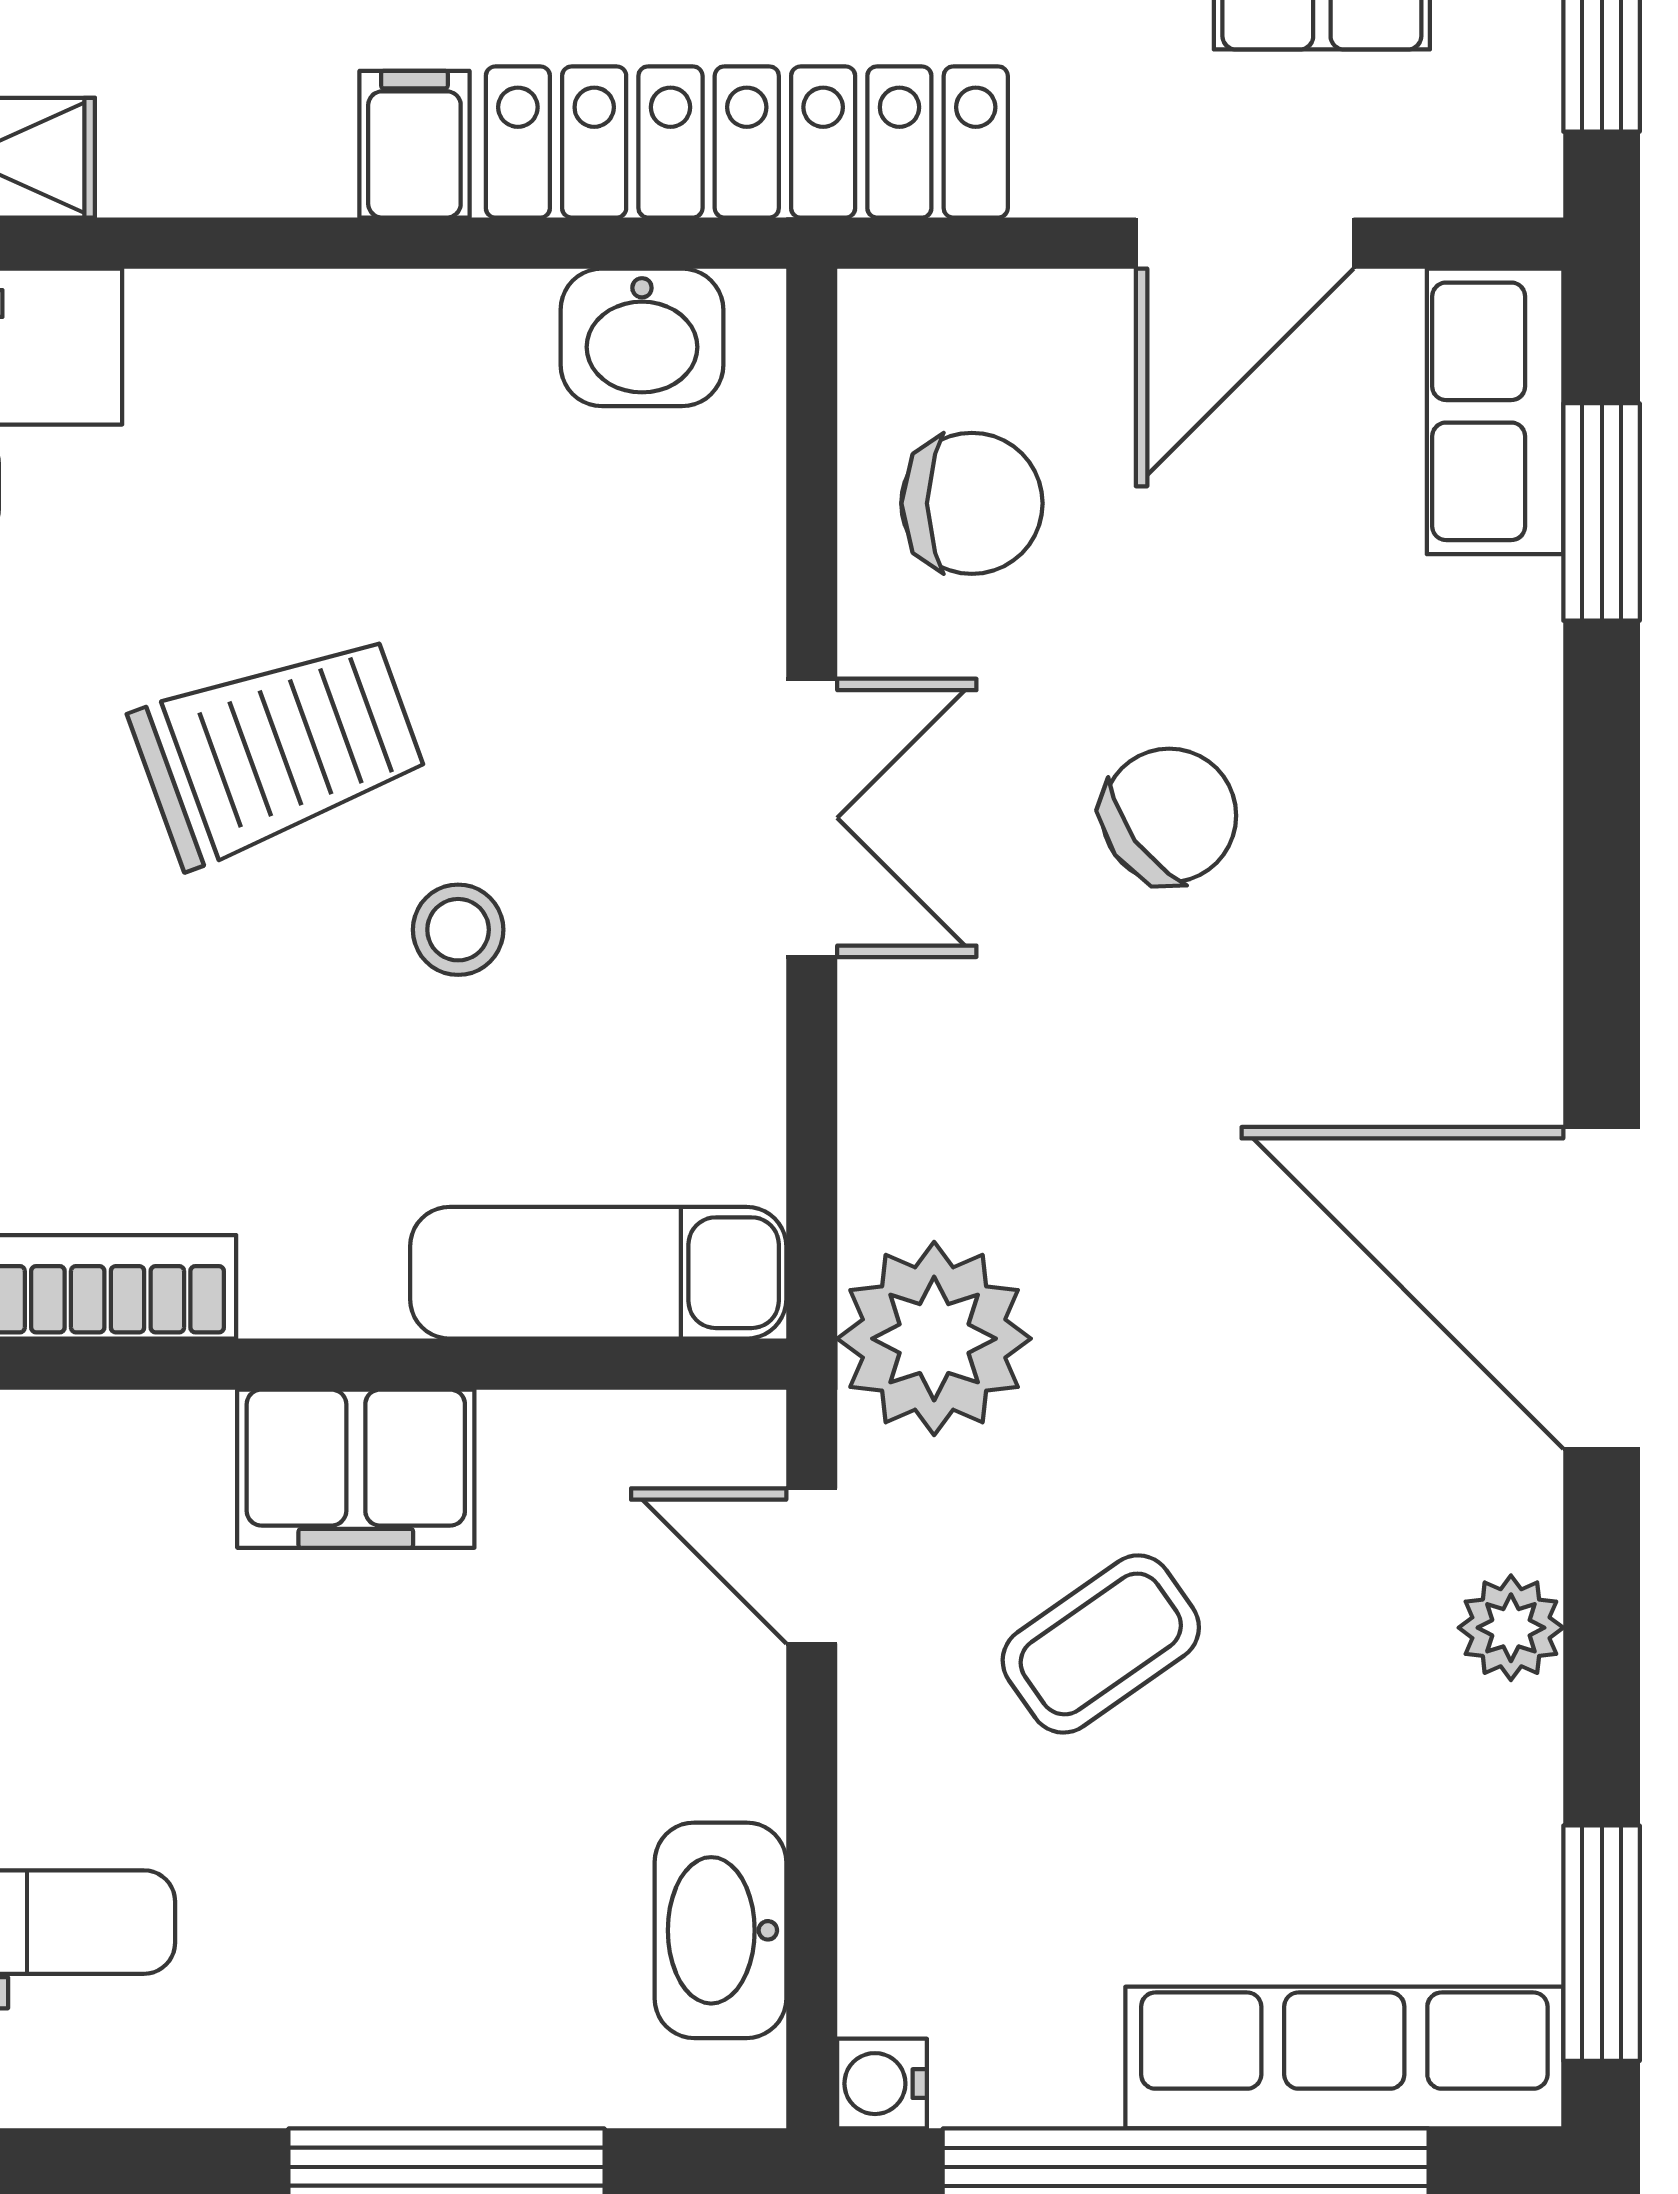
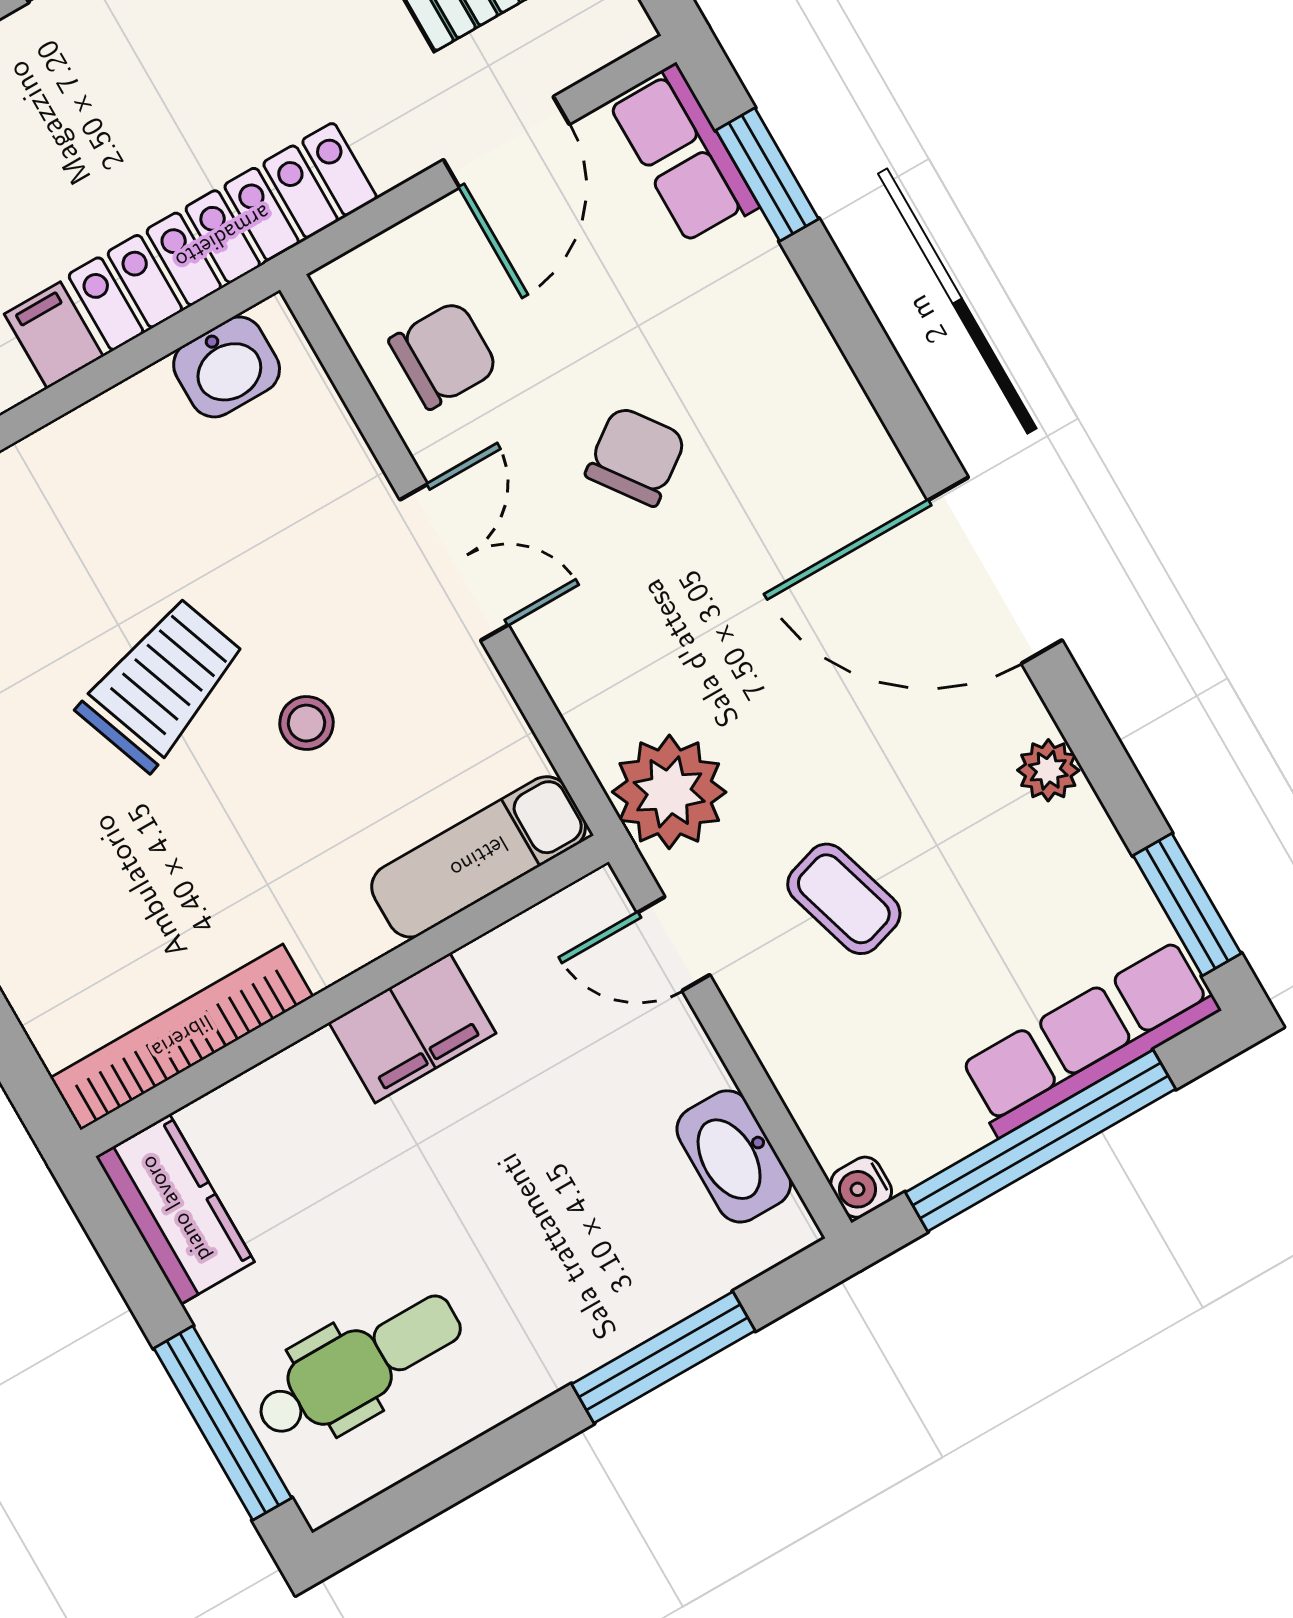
coffee table: (1101, 1644) -> (844, 899), turned -72

